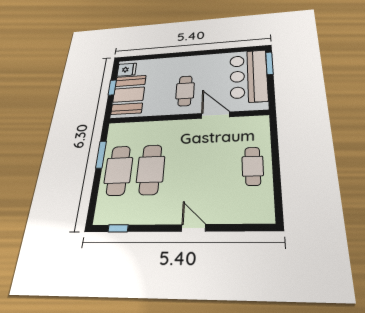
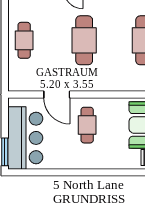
cafe table: (151, 169) -> (84, 40), moved

